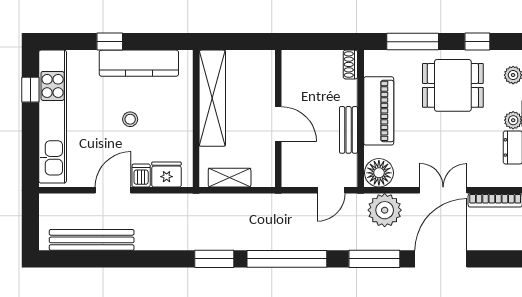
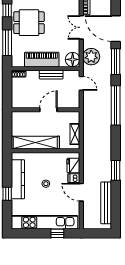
dining table: (453, 85) -> (29, 23), turned 90
window: (30, 90) -> (57, 233), moved
window: (214, 259) -> (116, 170), moved

